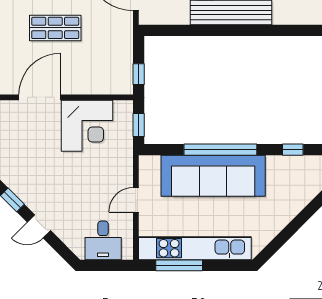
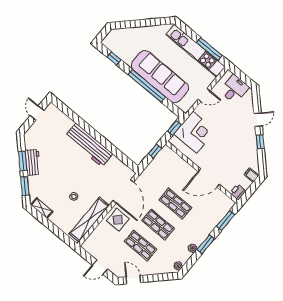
corner desk: (87, 126) -> (195, 132), moved, turned 90
door: (39, 226) -> (258, 120), hinge flipped

